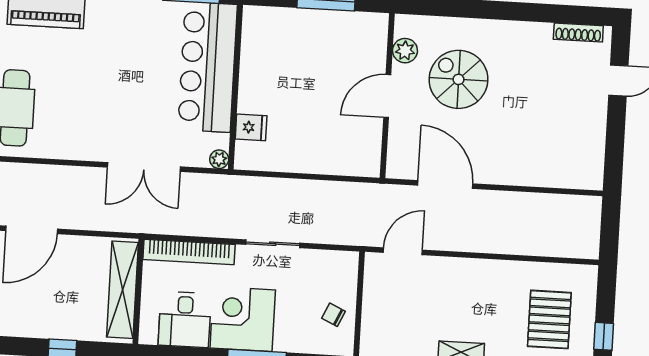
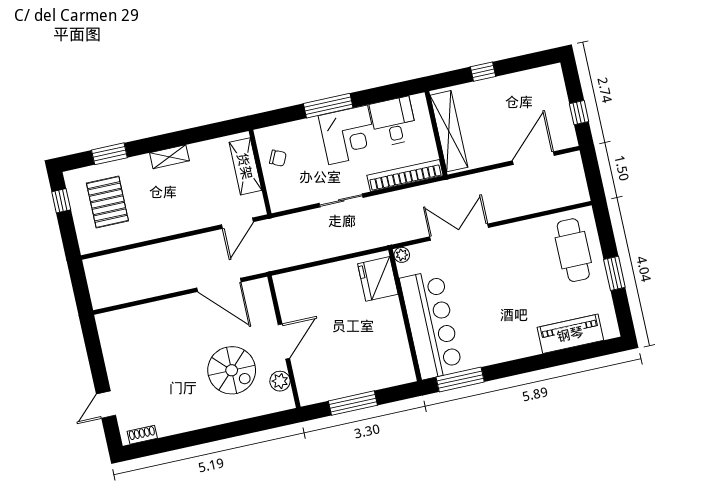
shoe rack: (578, 32) -> (142, 435), width x0.70
fridge: (251, 127) -> (378, 279), width x1.88, depth x1.34
shelving: (374, 316) -> (245, 166), added

